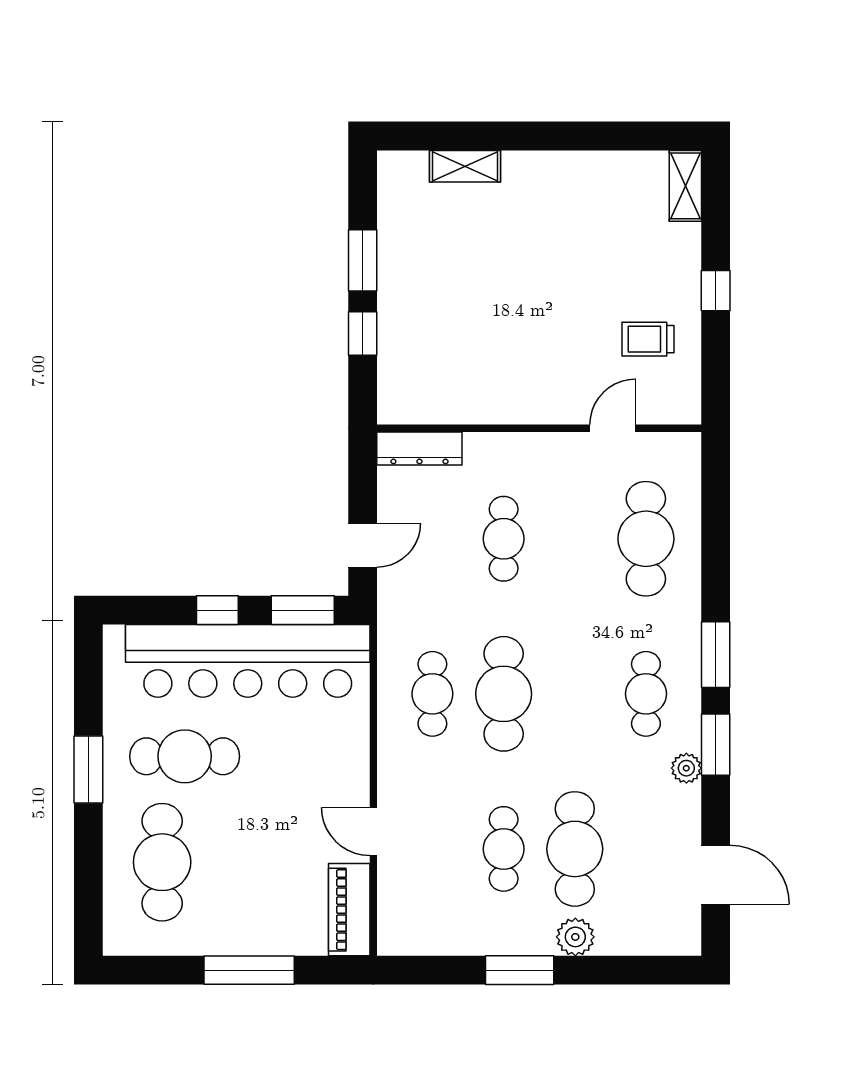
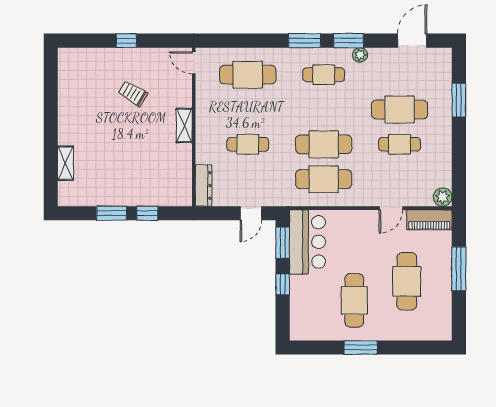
shelving: (685, 186) -> (184, 125), moved, turned 90
trolley: (648, 339) -> (133, 94), moved, turned 121
door: (613, 428) -> (194, 63), moved
door: (363, 545) -> (251, 213), swing flipped
bar counter: (248, 661) -> (308, 242), width x0.54
cafe table: (432, 694) -> (324, 179), width x1.37, depth x1.35
cafe table: (162, 862) -> (407, 281), moved, turned 90
plant: (575, 937) -> (443, 197), moved
window: (520, 970) -> (459, 100), moved

